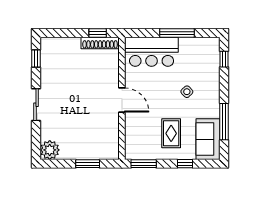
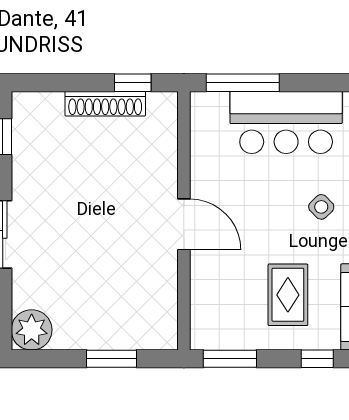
window: (177, 33) -> (243, 83), moved
shoe rack: (100, 43) -> (105, 104), moved
bar counter: (152, 52) -> (286, 122), moved

